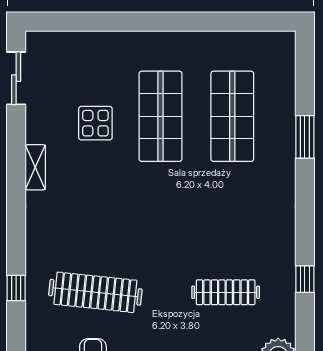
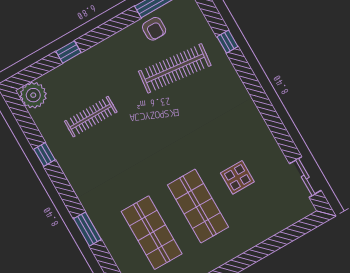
window: (305, 137) -> (87, 229), moved
shelving: (35, 167) -> (260, 127), removed

